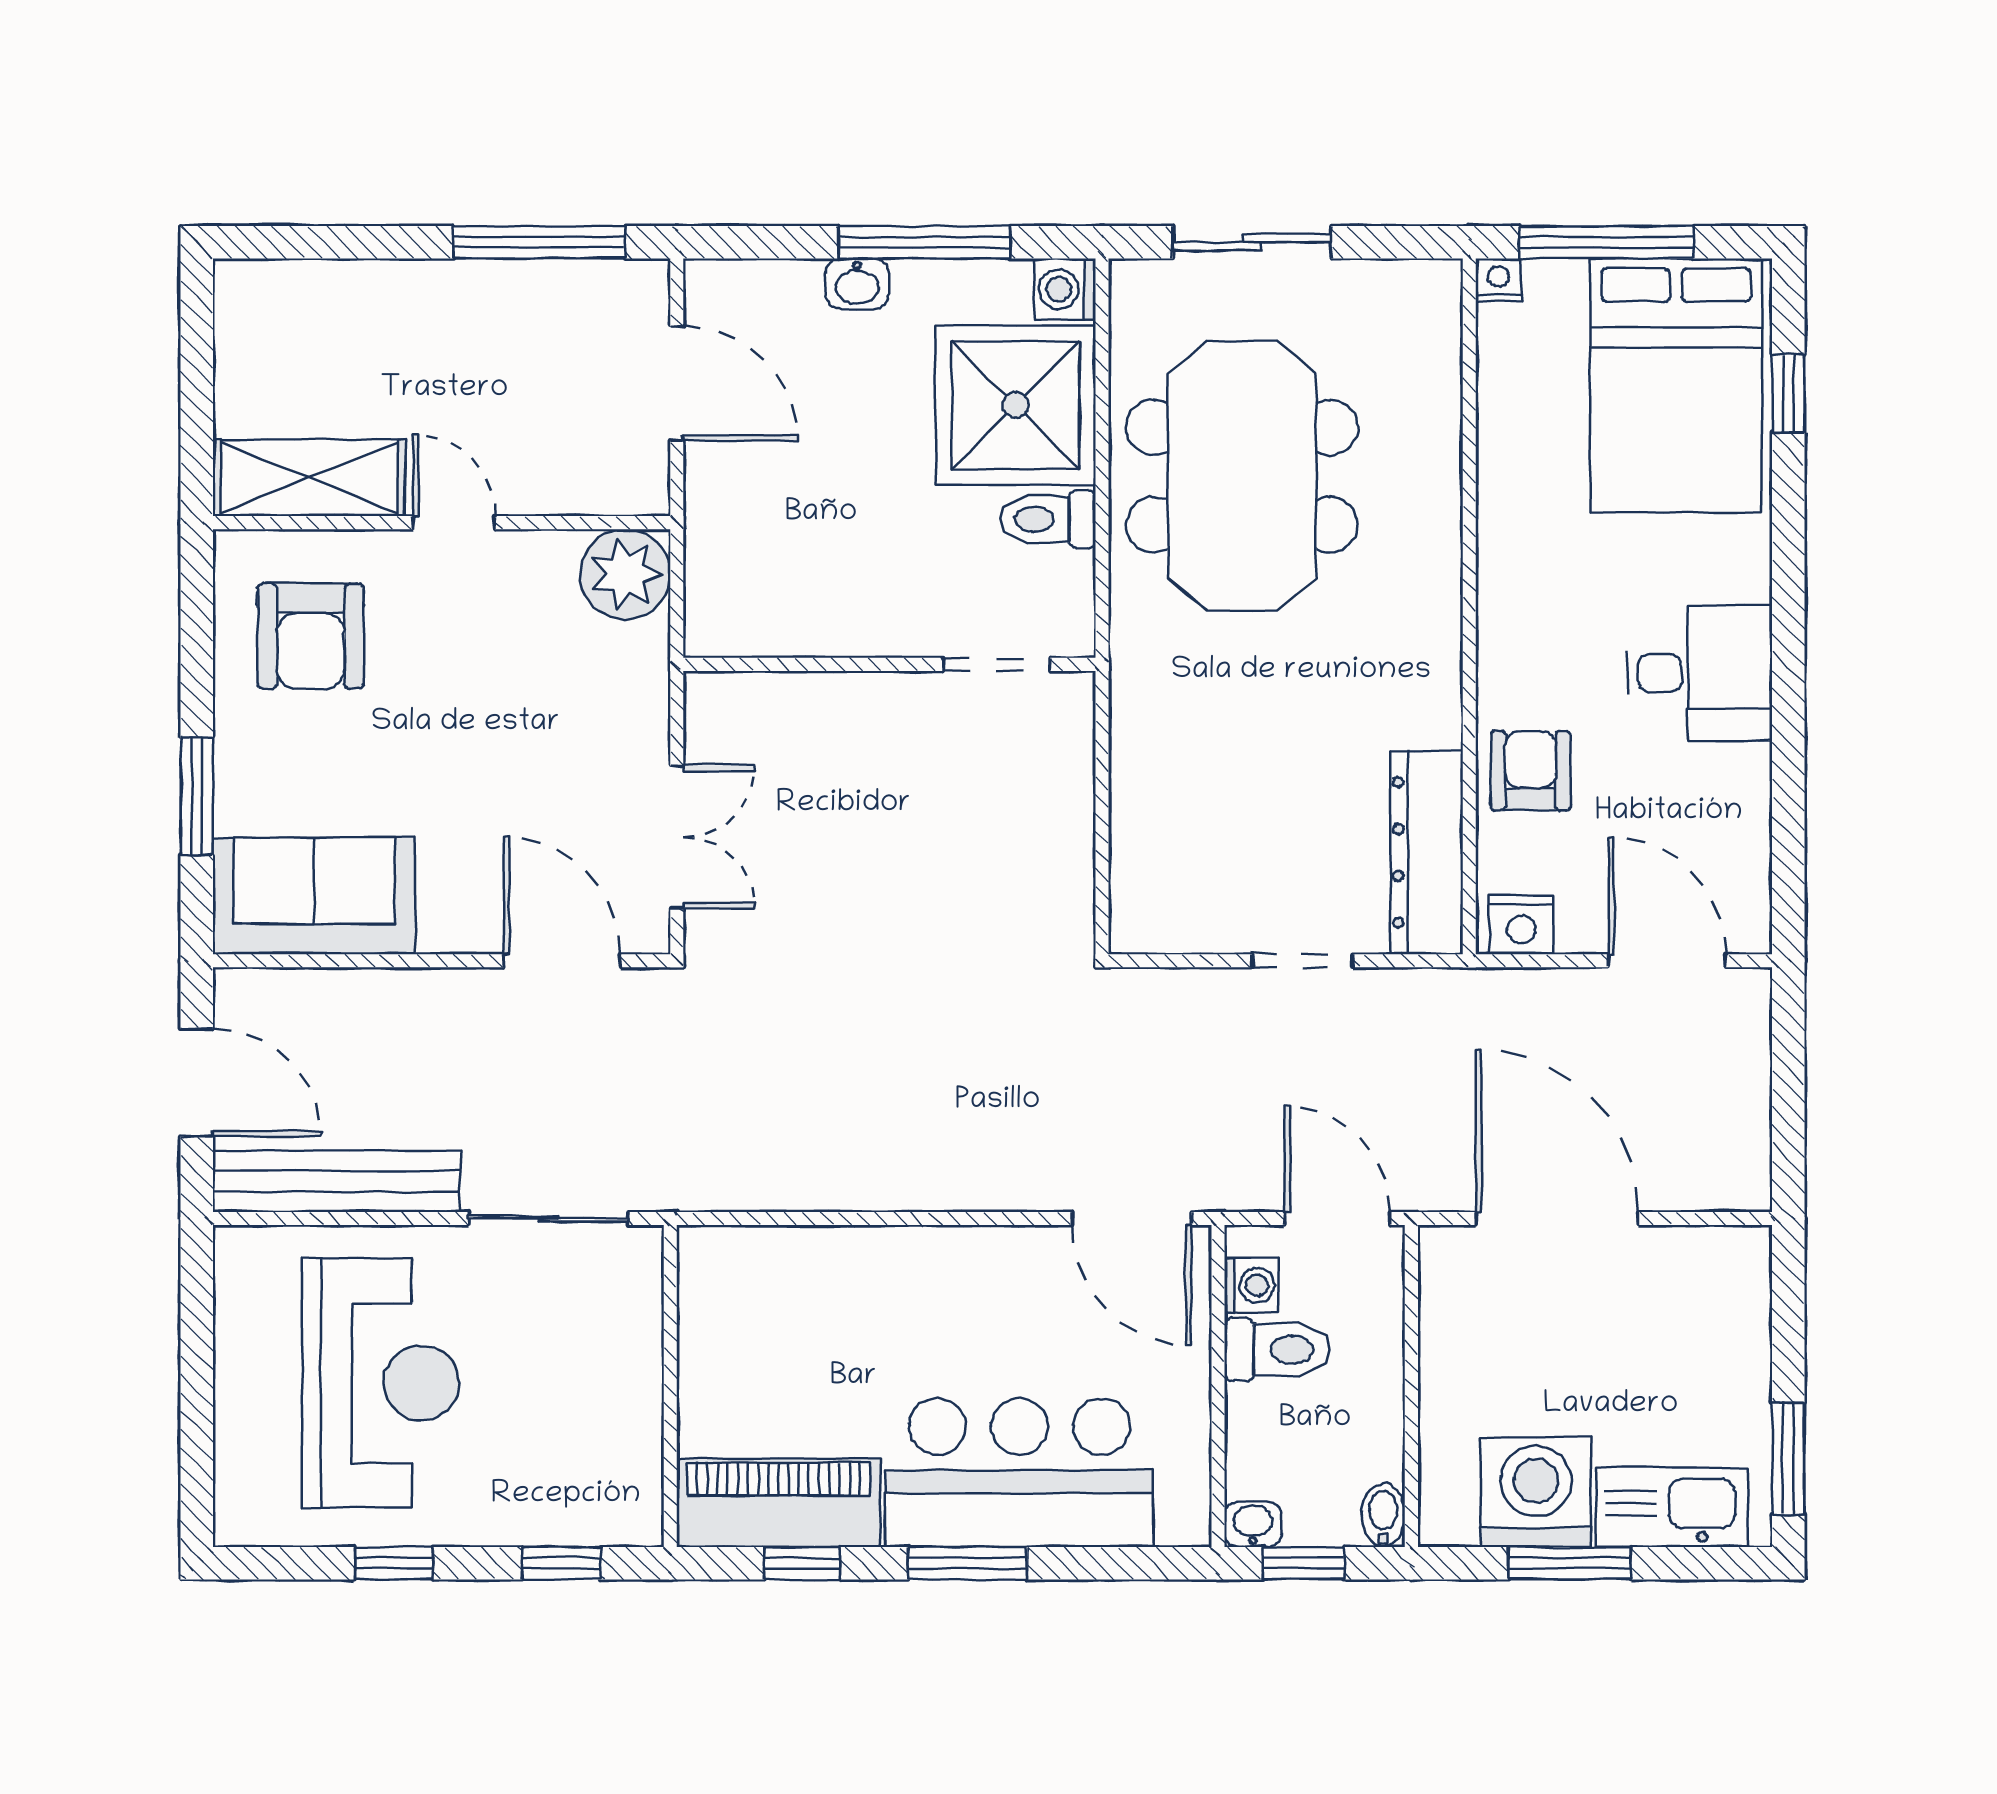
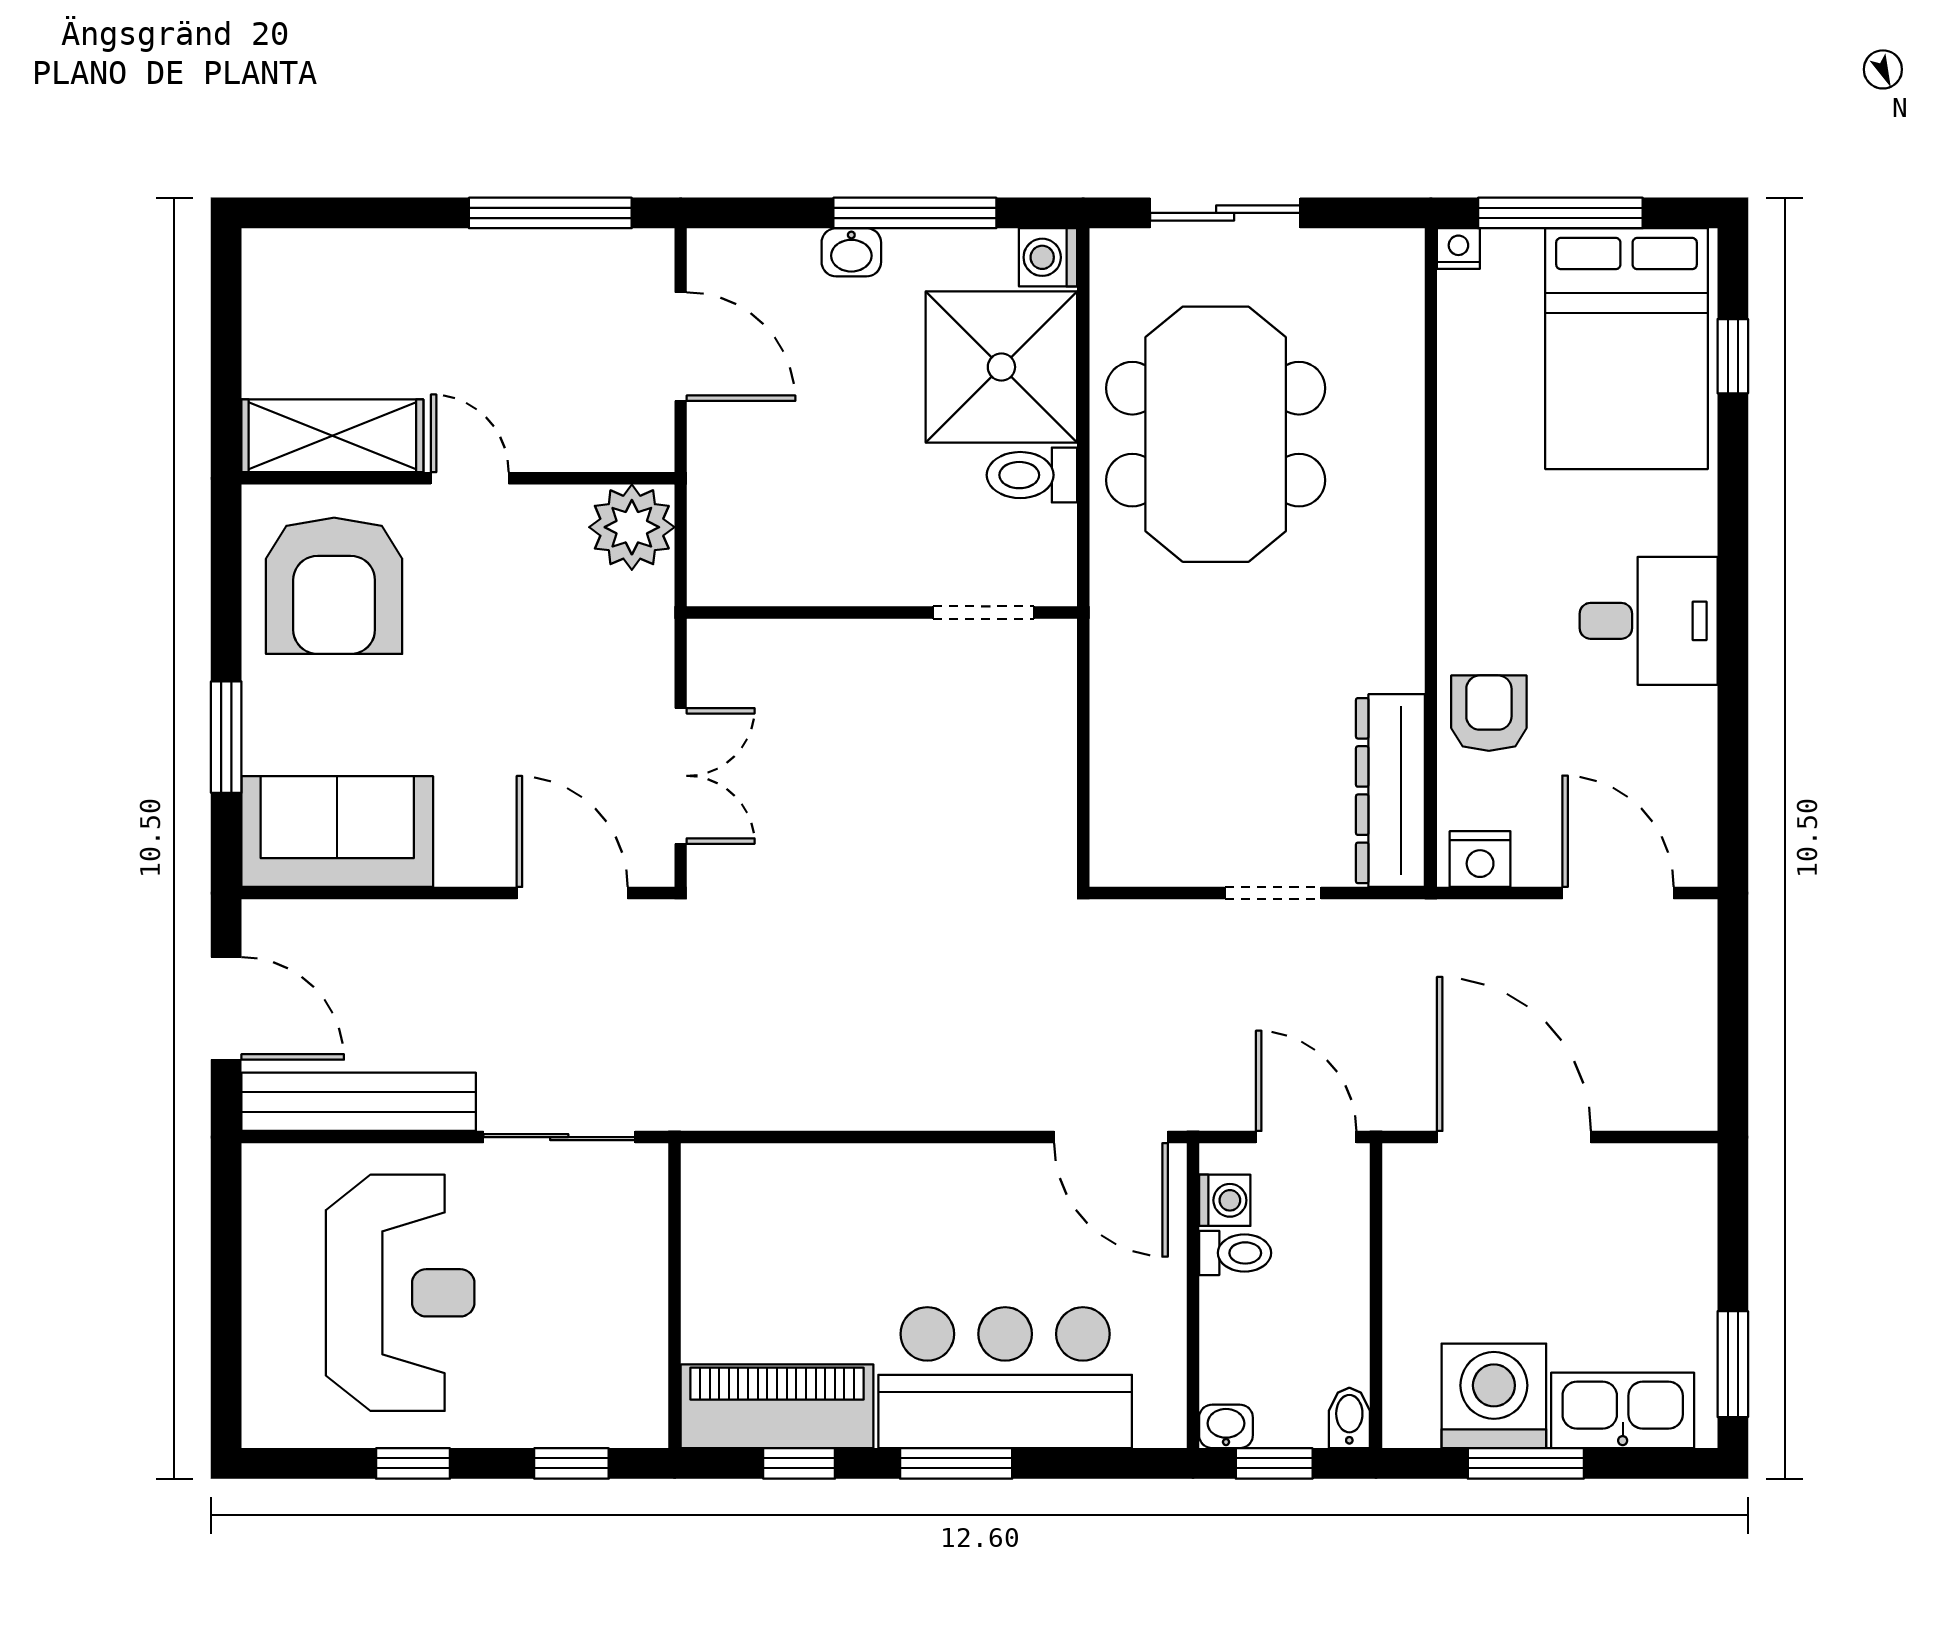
armchair: (311, 636) -> (334, 586), width x1.36, depth x1.36
toilet: (1277, 1350) -> (1235, 1253), width x0.73, depth x0.72

